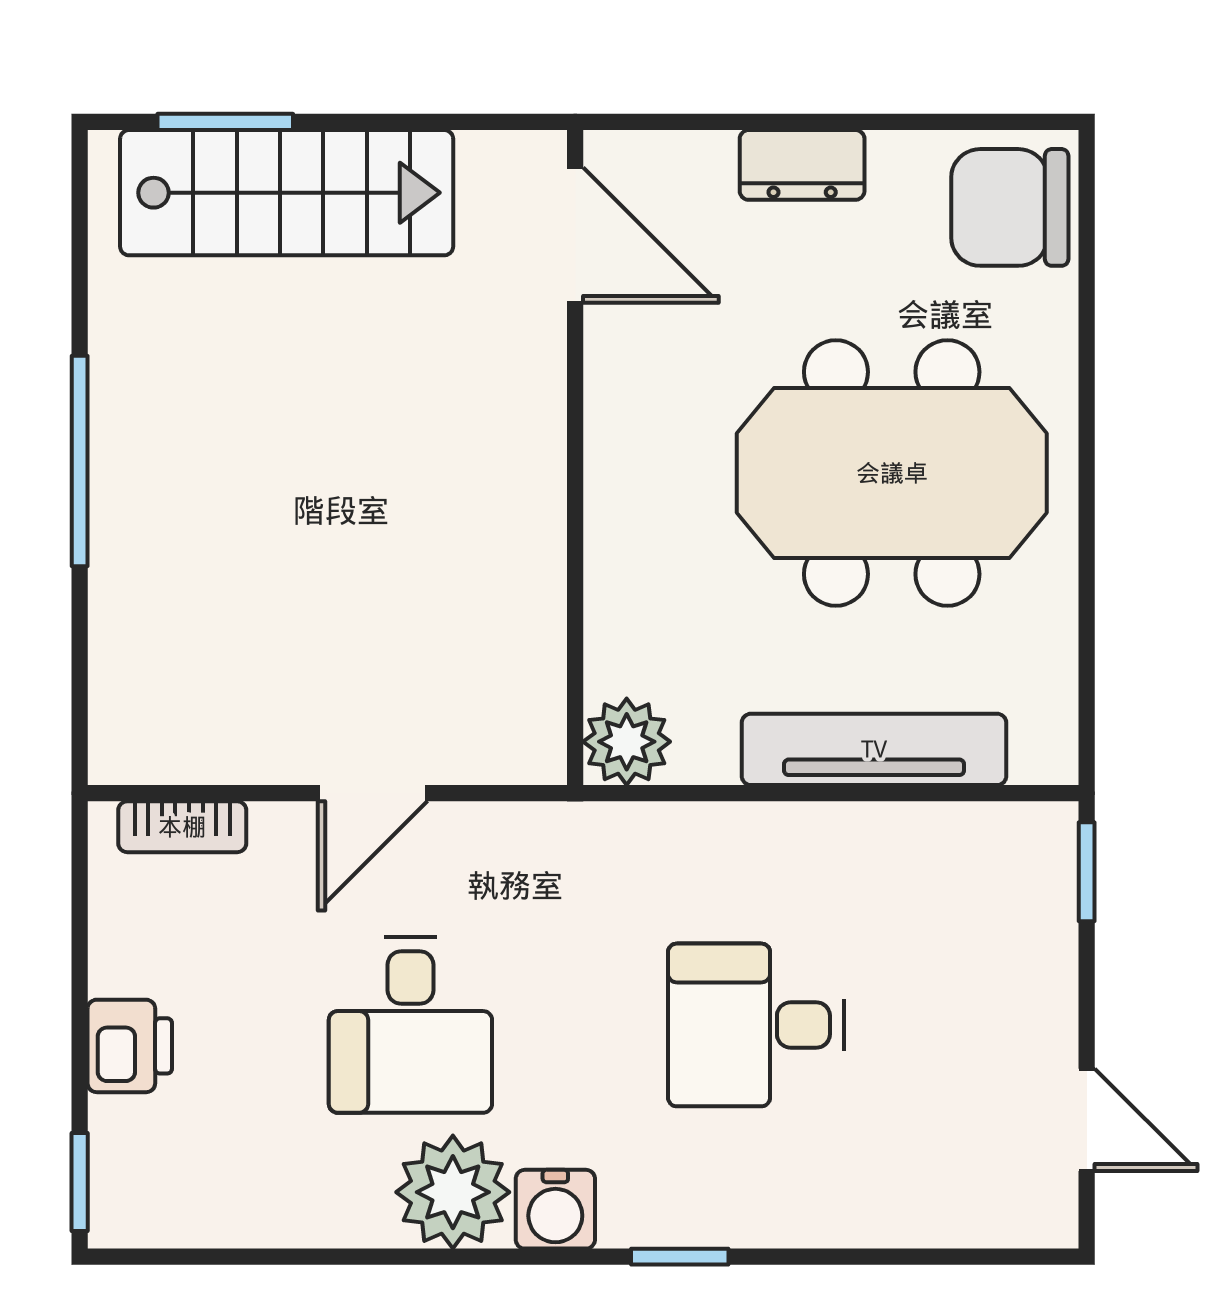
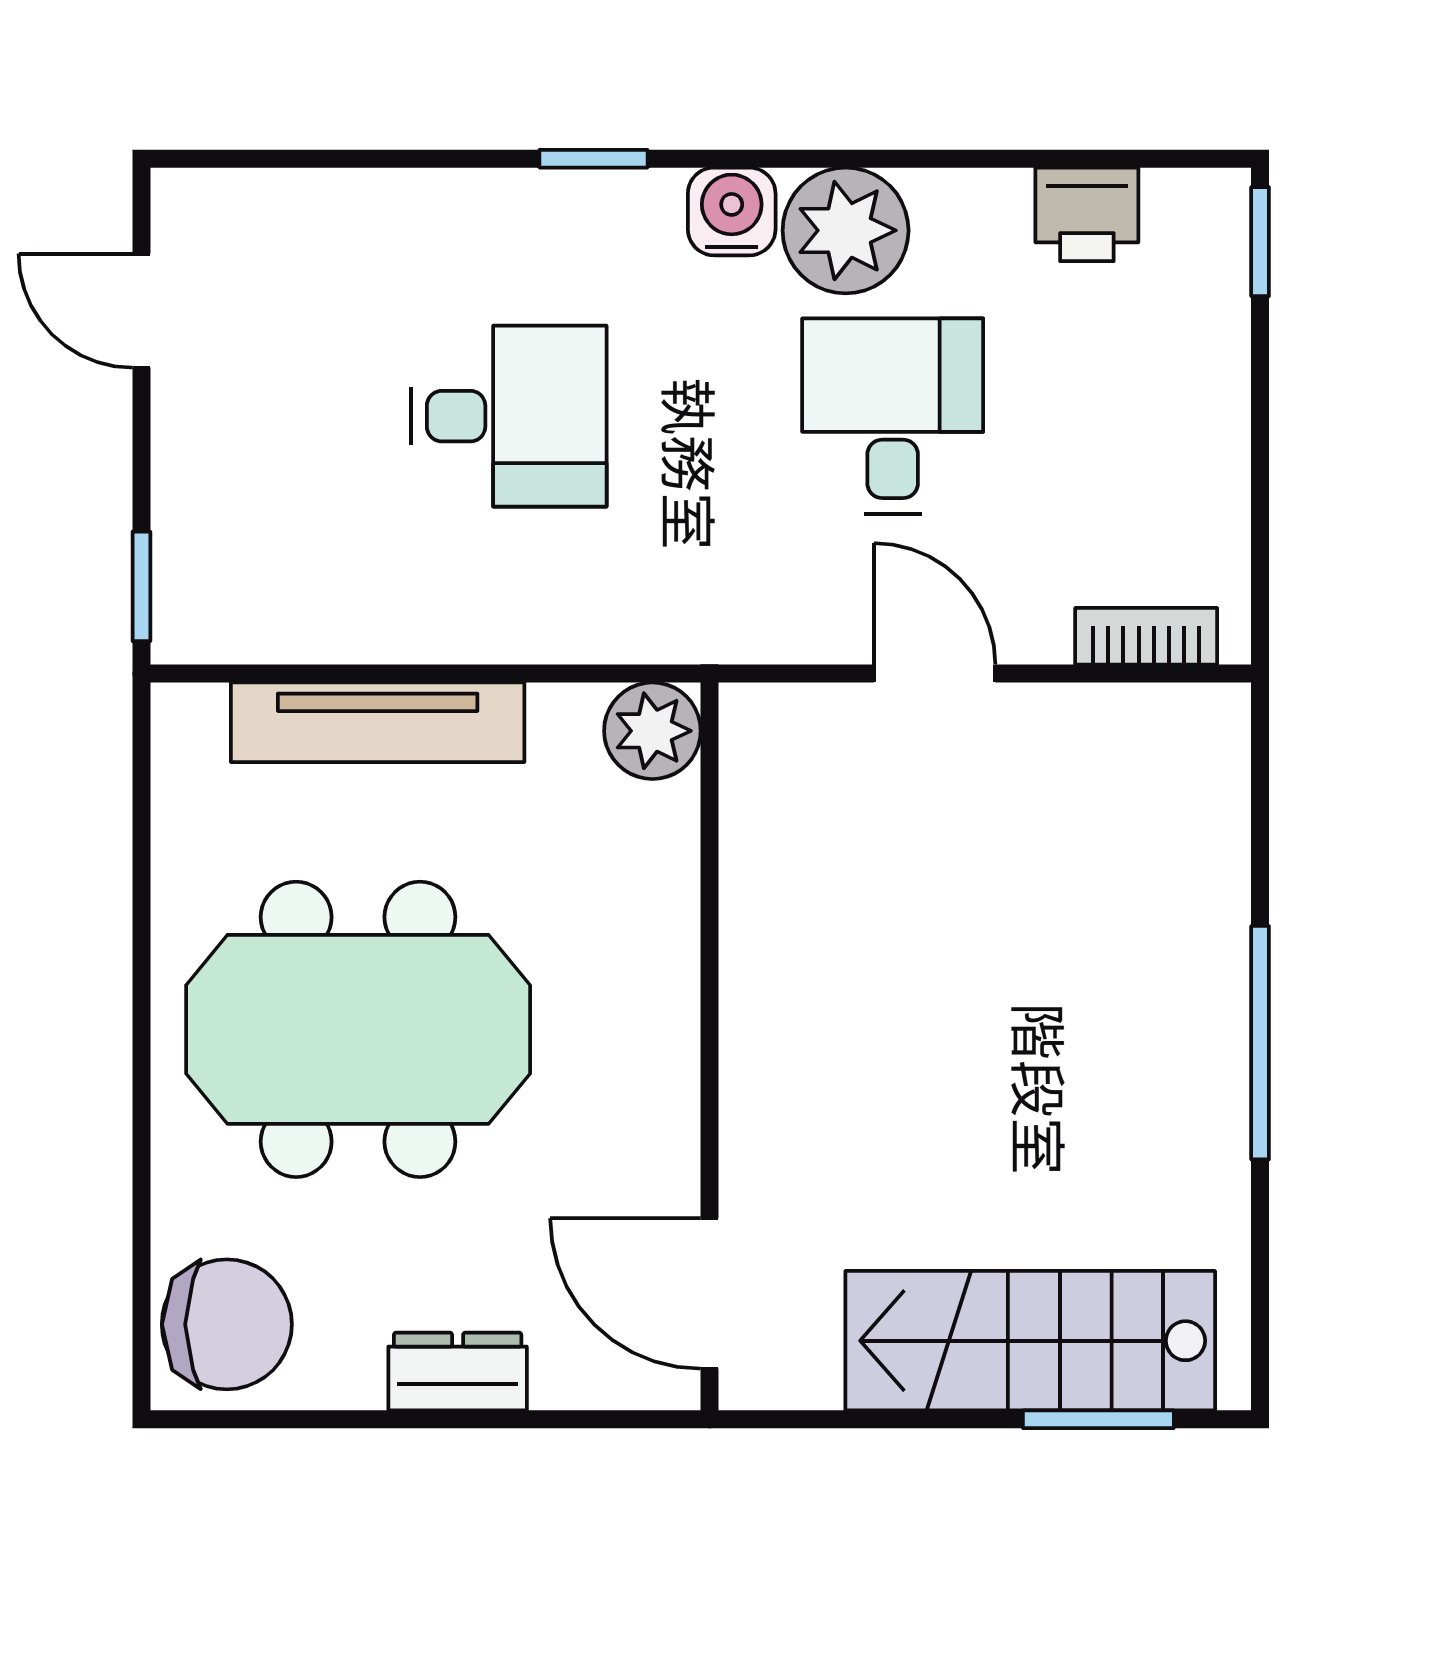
door: (373, 793) -> (935, 674), hinge flipped
printer: (130, 1046) -> (1087, 214), moved, turned -90

